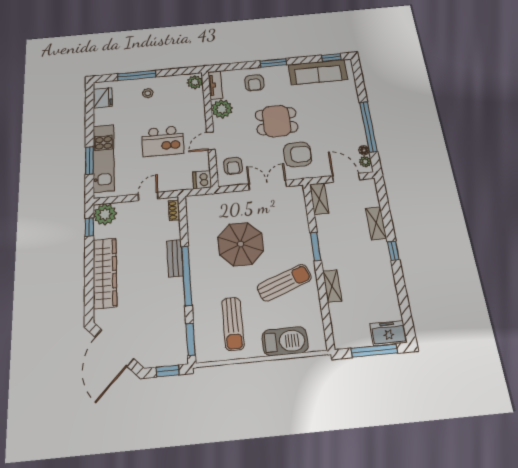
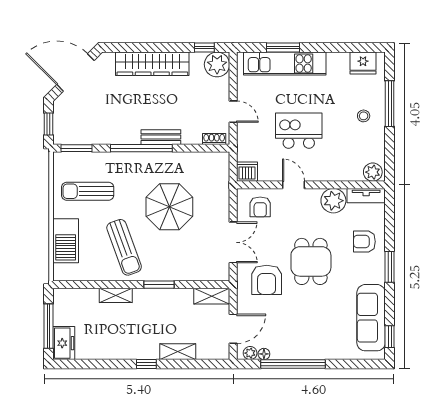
kitchen island: (163, 141) -> (299, 131), turned 90
armchair: (233, 166) -> (260, 207), turned -90

